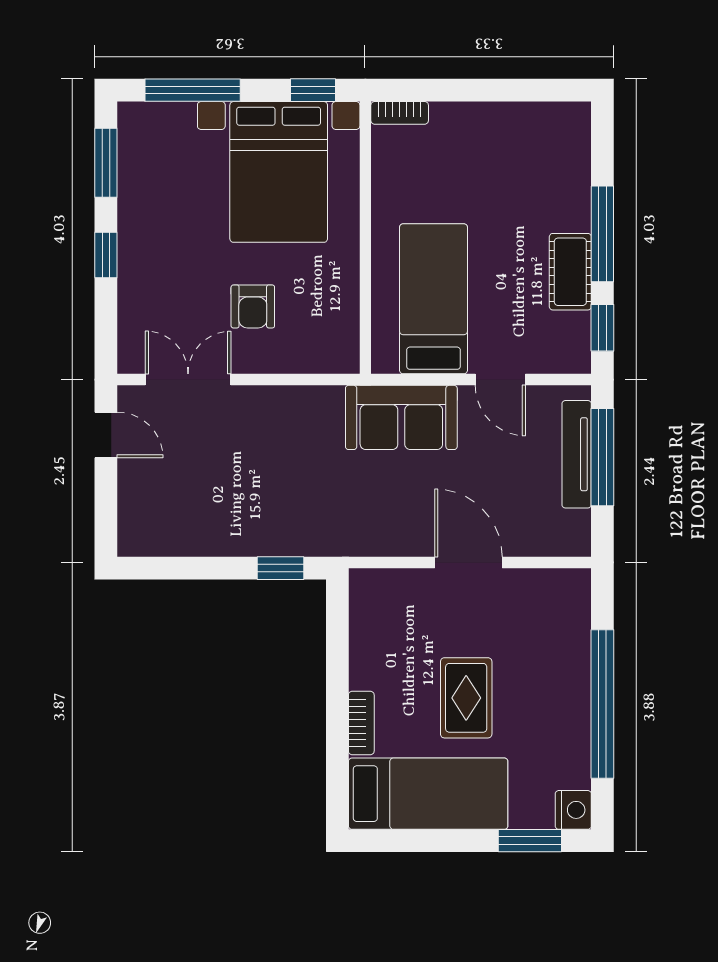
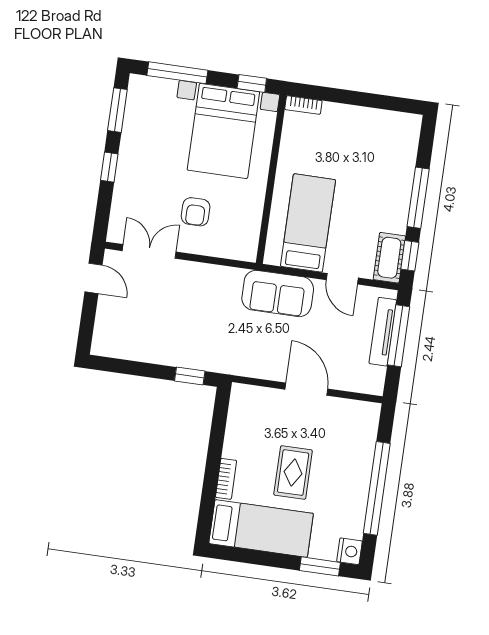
cot: (570, 272) -> (389, 258), moved

